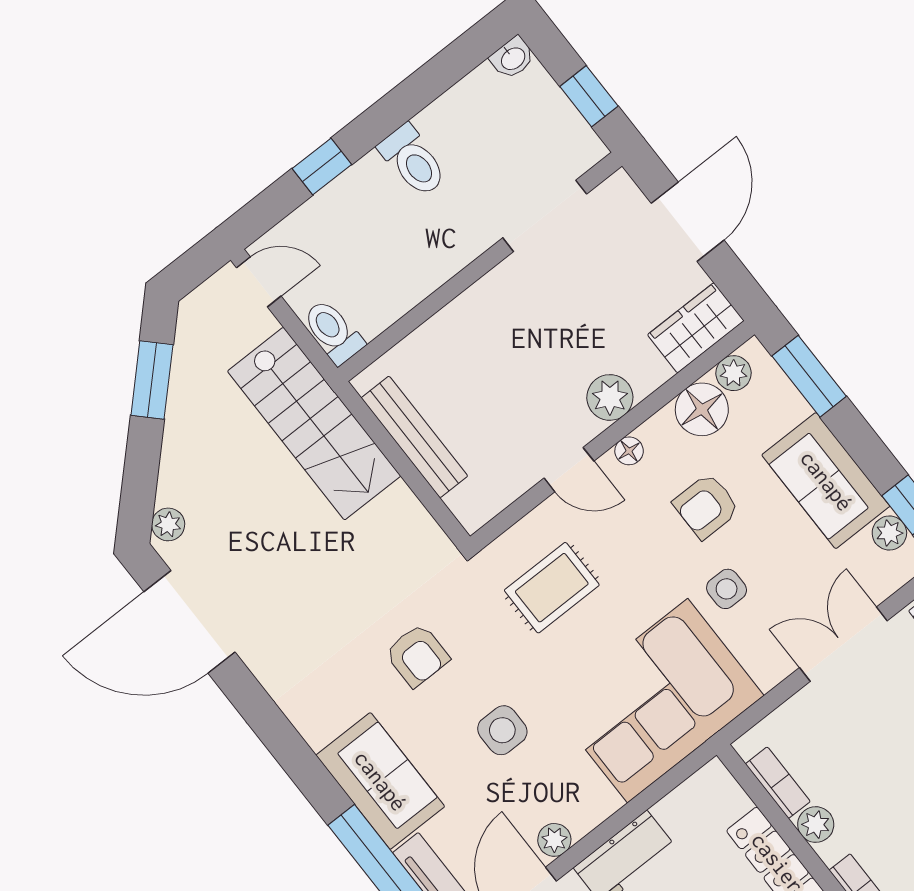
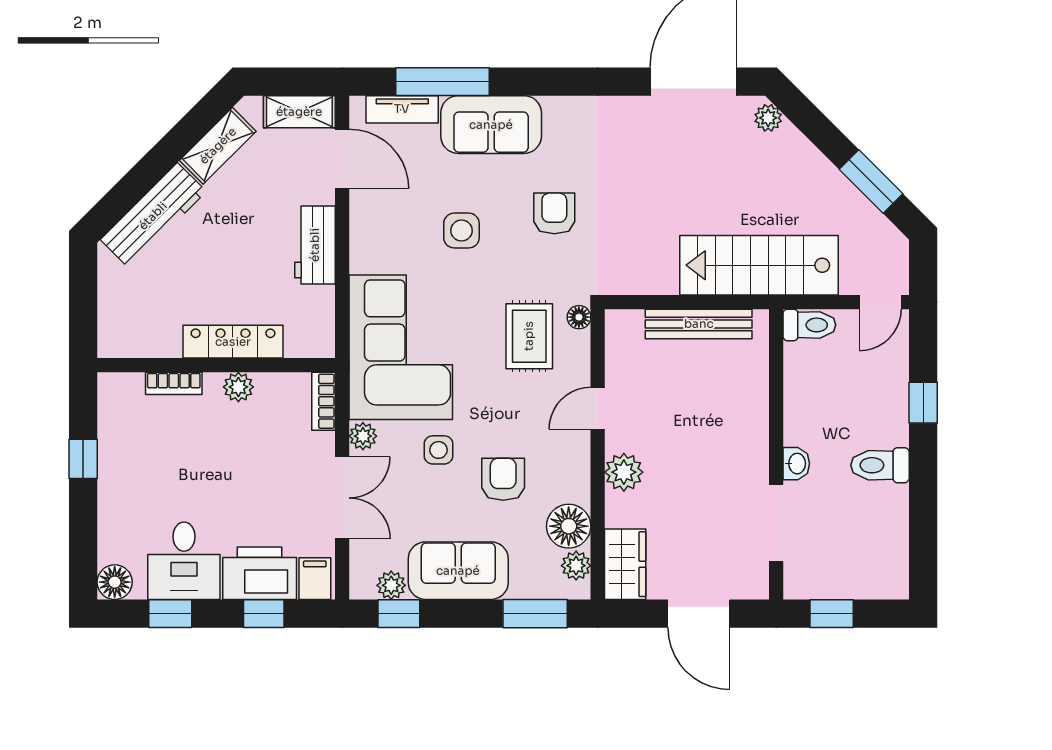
washbasin: (513, 58) -> (796, 464), moved, turned 180
floor lamp: (629, 451) -> (579, 317), moved
armchair: (417, 655) -> (554, 213), turned 90
bookcase: (778, 783) -> (324, 401), moved, turned 90
plant: (554, 840) -> (363, 436), moved

